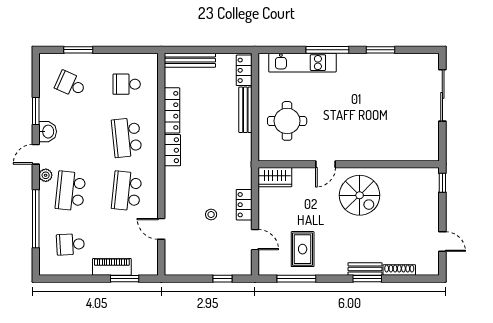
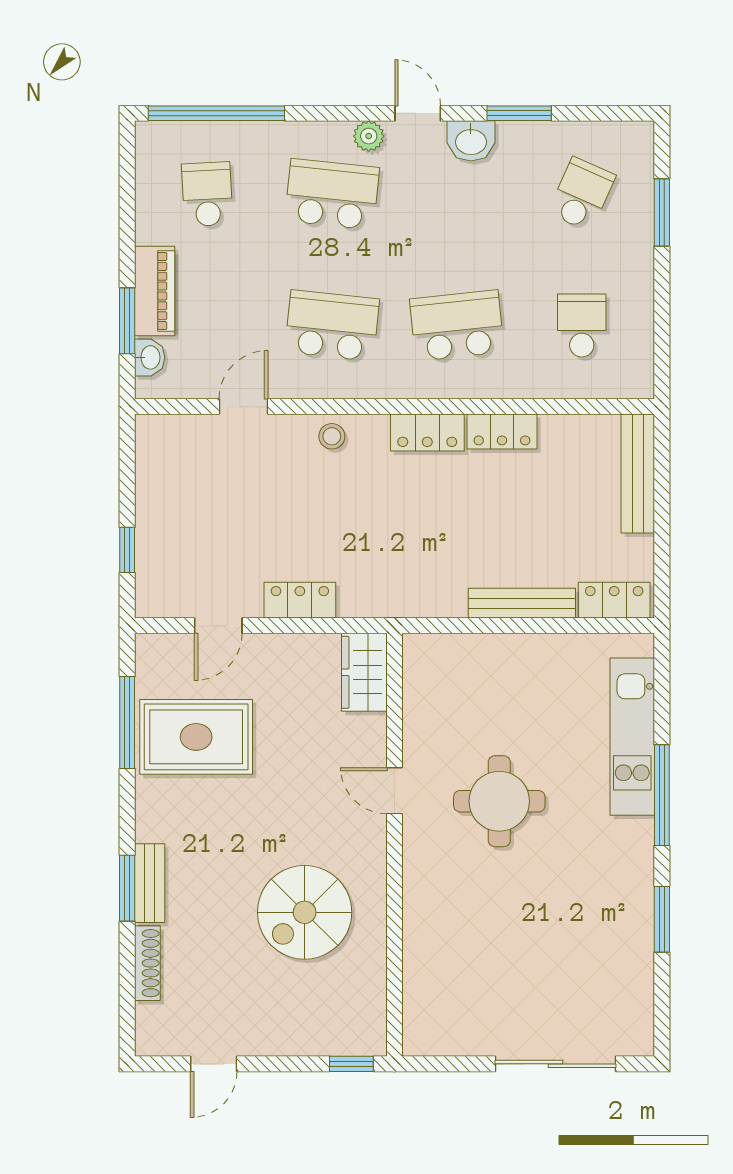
locker: (172, 110) -> (502, 432), width x0.66
round table: (287, 121) -> (499, 801), moved
spiral stairs: (360, 195) -> (305, 912), moved
stool: (211, 214) -> (332, 436), moved
window: (36, 219) -> (216, 113), moved
rug: (303, 249) -> (196, 737), width x1.36, depth x1.43
washbasin: (140, 269) -> (150, 357), added

